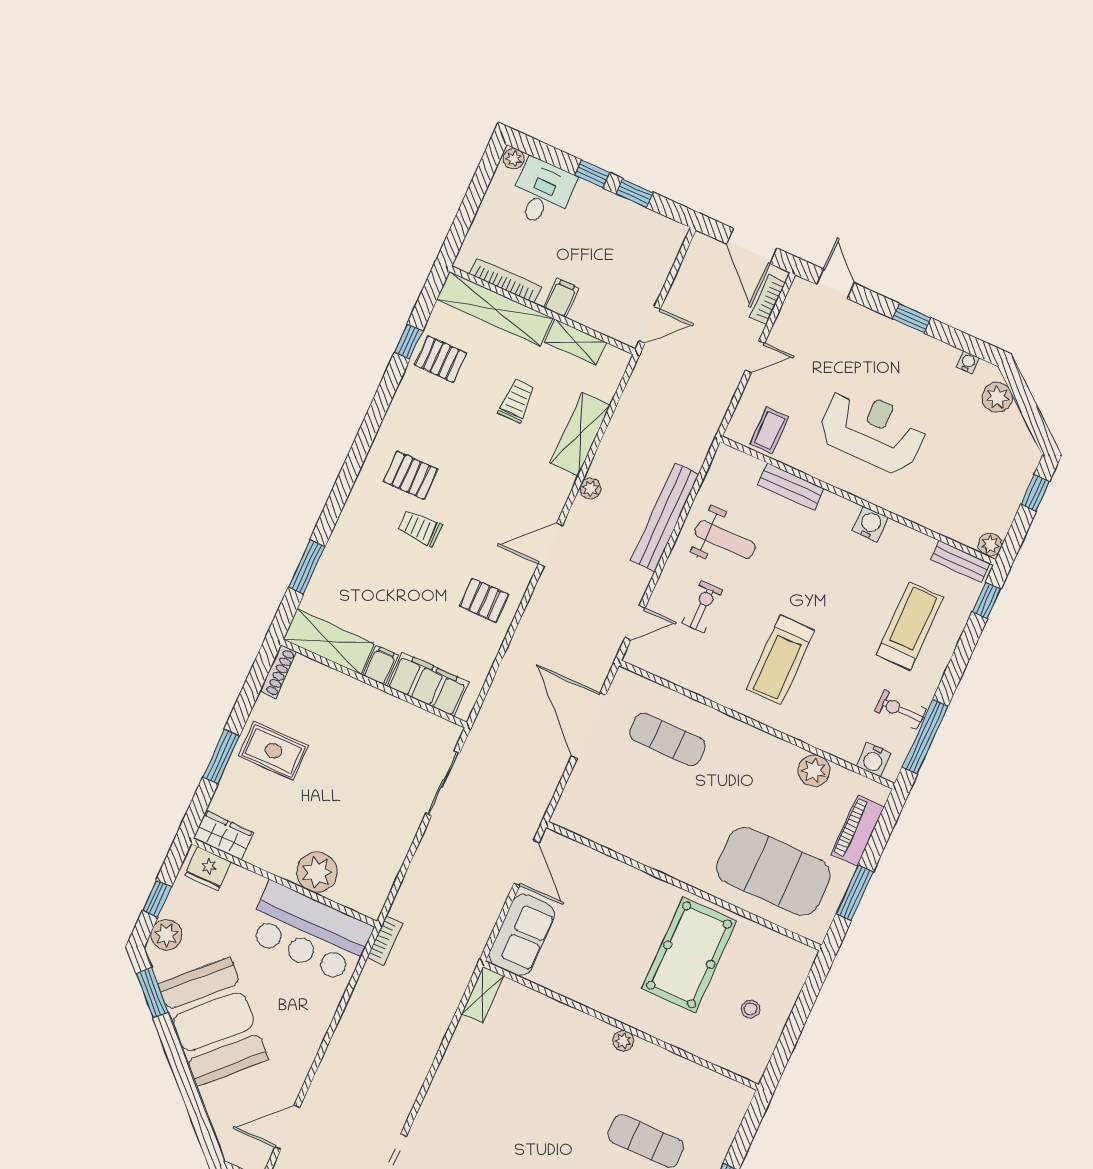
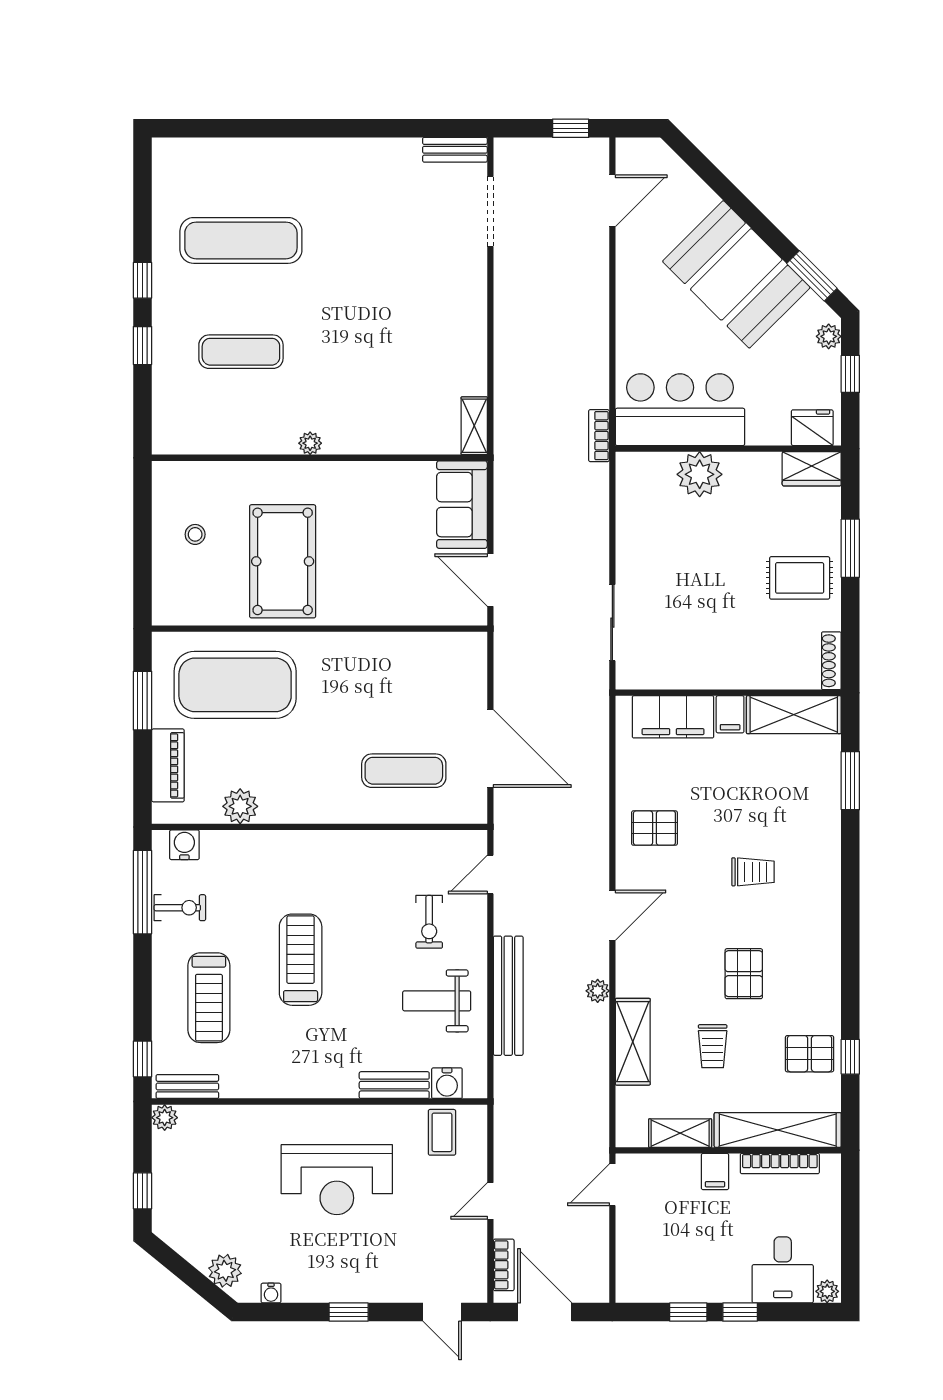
pallet: (410, 475) -> (744, 974), moved, turned 90
water cooler: (870, 524) -> (447, 1083), moved
treadmill: (781, 660) -> (301, 960), moved
plant: (166, 935) -> (829, 336), width x0.73, depth x0.73

